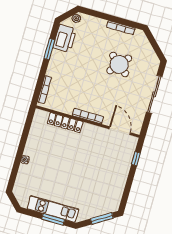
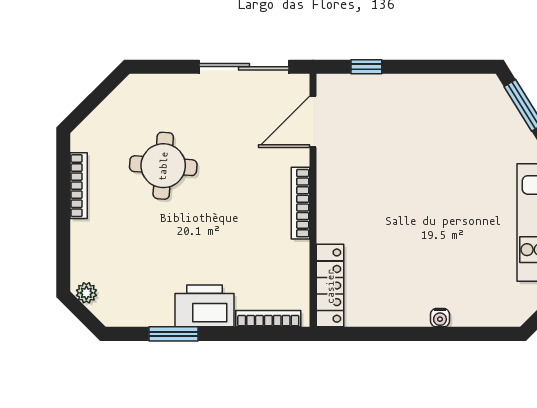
printer: (65, 38) -> (204, 306), moved
round table: (119, 64) -> (163, 166), turned -36
sliding door: (154, 94) -> (244, 67), moved
locker: (65, 123) -> (330, 286), moved

